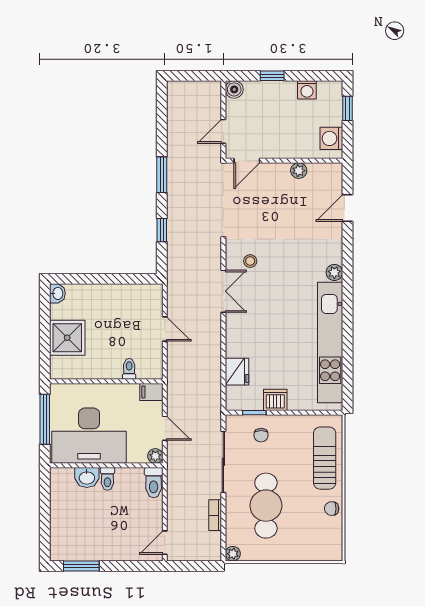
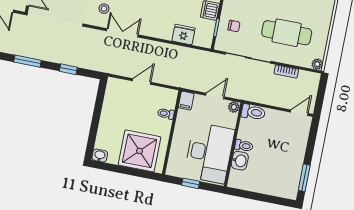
shower: (67, 338) -> (140, 151), width x1.37, depth x1.37
window: (45, 419) -> (191, 183), width x0.46
door: (165, 543) -> (299, 113), swing flipped

